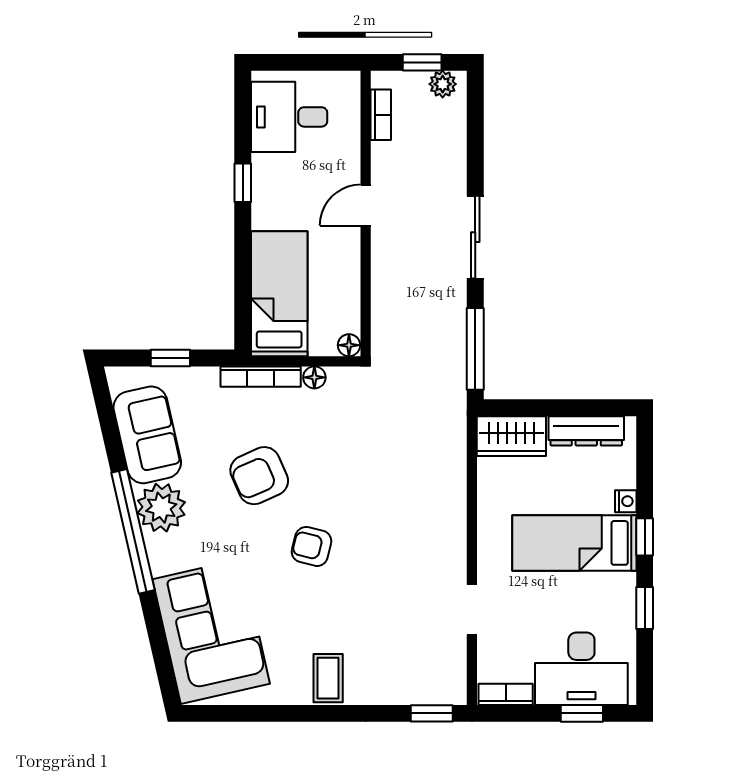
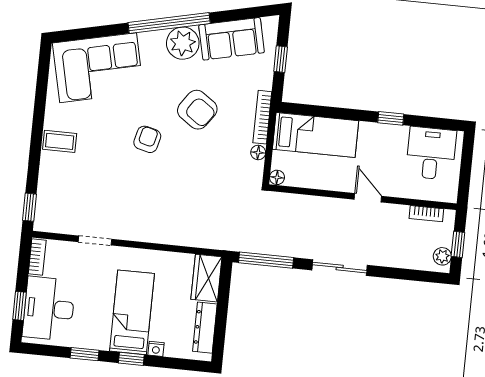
armchair: (259, 476) -> (197, 110), turned 149

